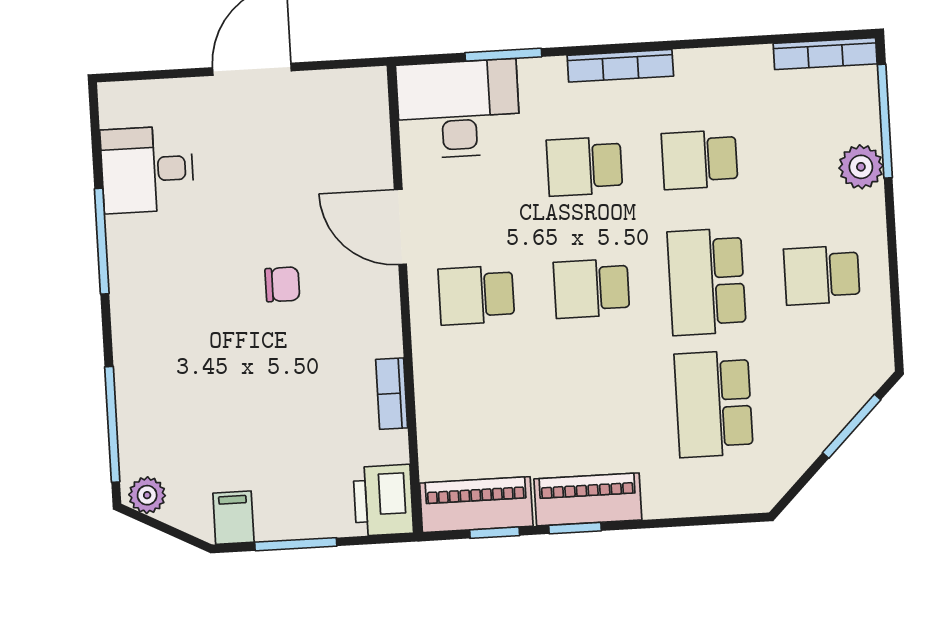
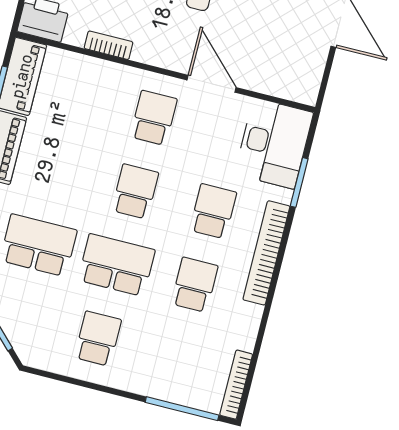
bookcase: (620, 66) -> (266, 253), width x1.48, depth x1.31
plant: (861, 167) -> (158, 385), removed
door: (400, 227) -> (211, 84), hinge flipped

